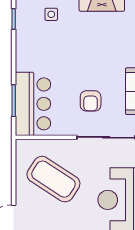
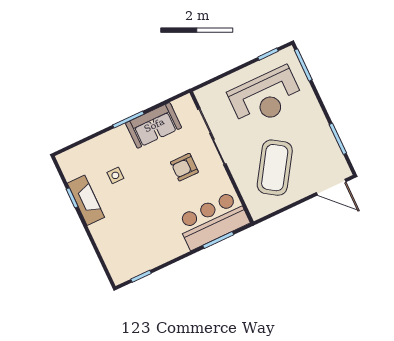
side table: (51, 14) -> (115, 175), moved
armchair: (91, 101) -> (184, 167), turned 180

